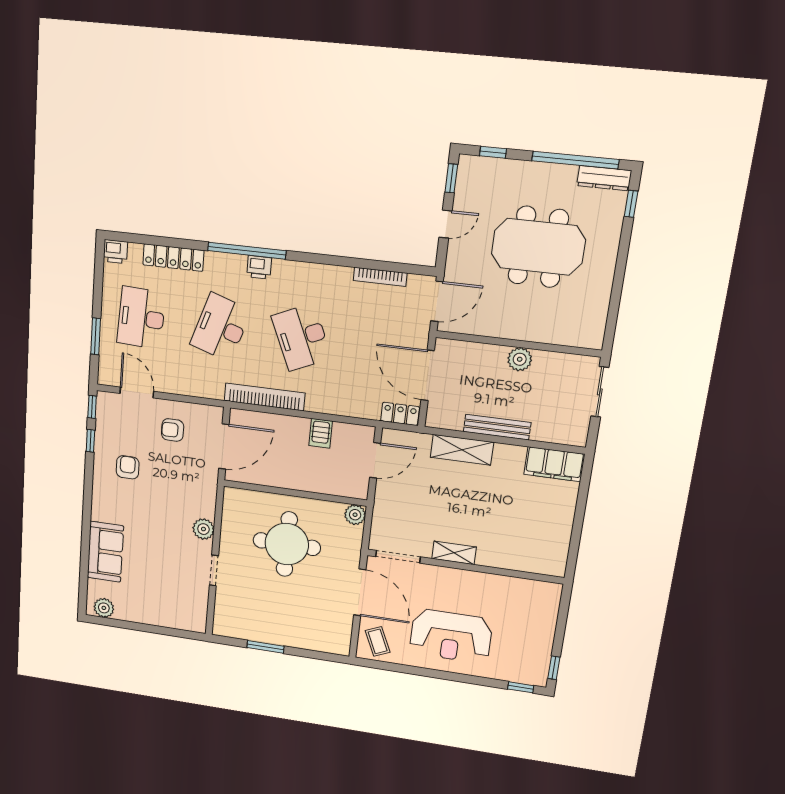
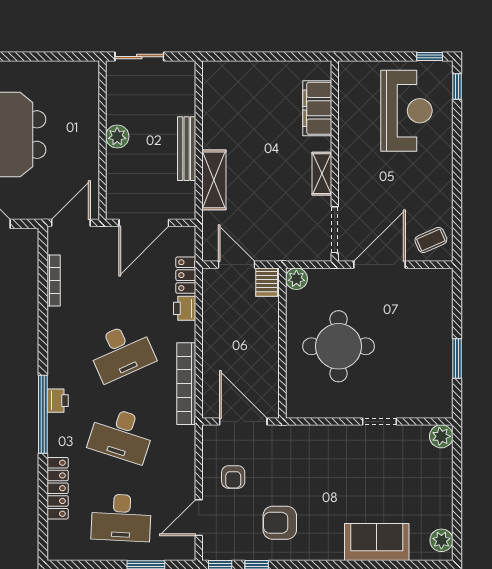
printer: (115, 252) -> (185, 308), moved, turned 180
door: (437, 301) -> (71, 223), hinge flipped
locker: (400, 414) -> (186, 275), moved
server rack: (321, 433) -> (267, 282), moved, turned 90
filing cabinet: (554, 464) -> (317, 108), moved, turned 180
armchair: (128, 467) -> (280, 523), width x1.38, depth x1.38
plant: (203, 529) -> (441, 436), moved
reception desk: (451, 636) -> (406, 111), moved

